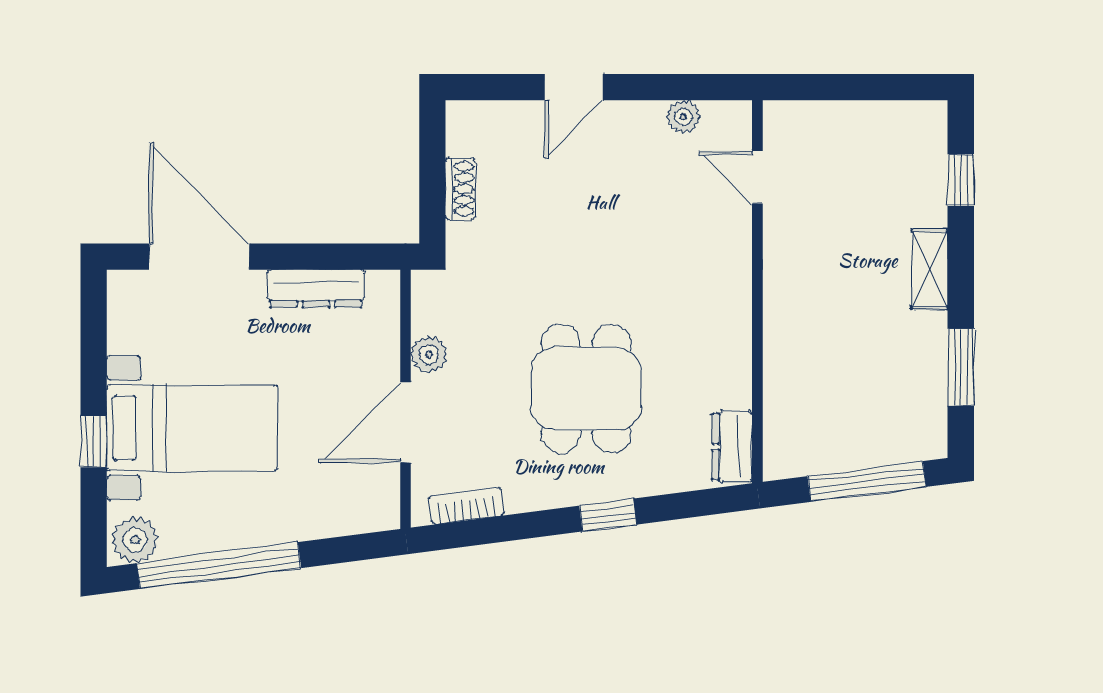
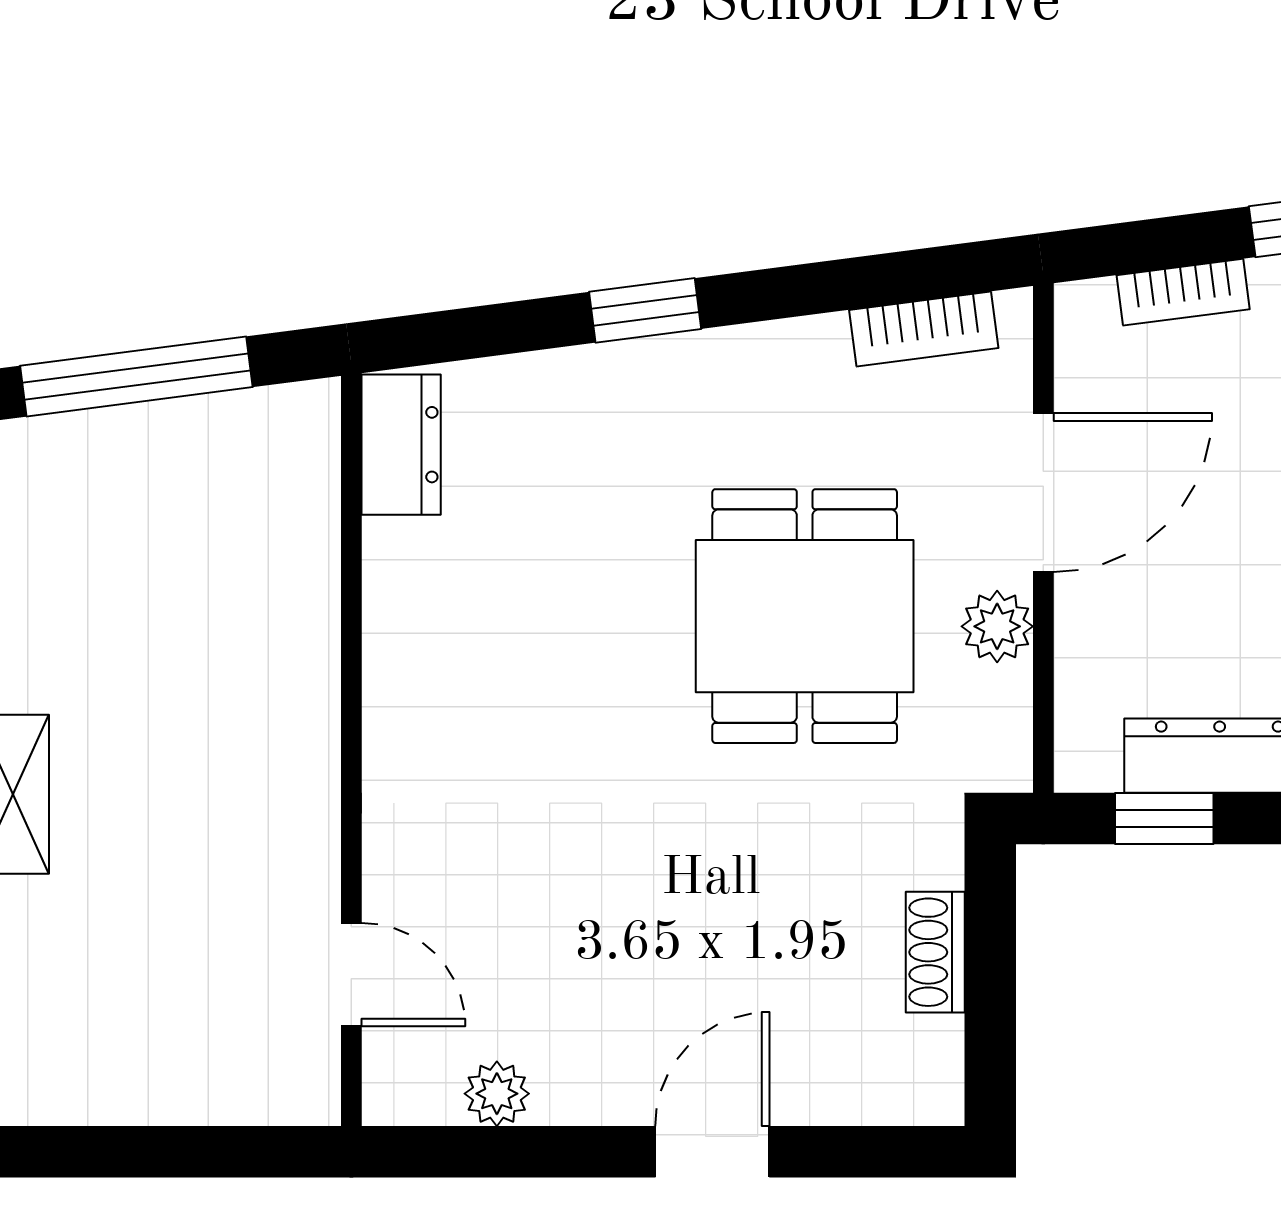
window: (344, 257) -> (1164, 819), added
dining table: (586, 389) -> (805, 616), moved
bookcase: (334, 524) -> (1183, 292), added

